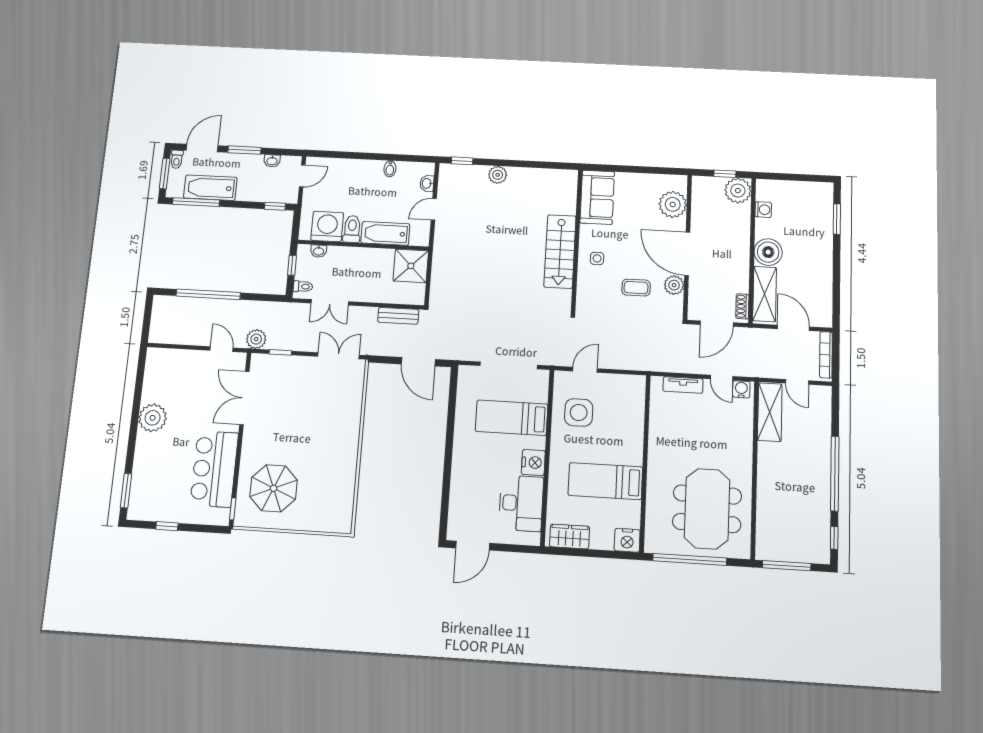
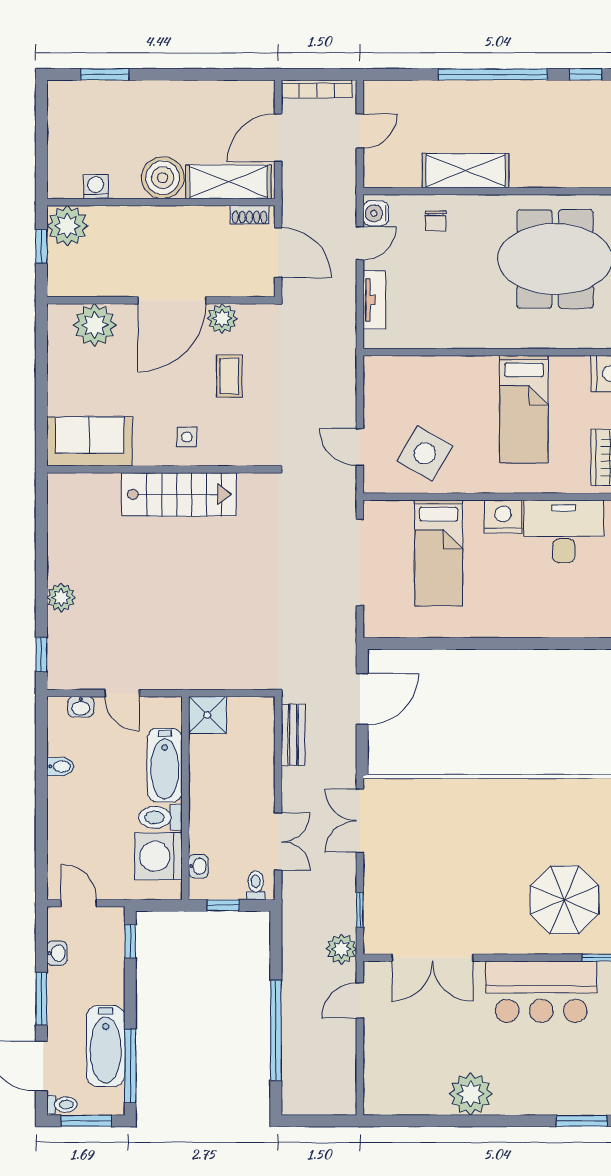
shower: (411, 266) -> (207, 715), width x0.73, depth x0.73
shelving: (770, 412) -> (466, 171), moved
side table: (579, 413) -> (425, 453), turned 30
chair: (735, 429) -> (436, 221), added

